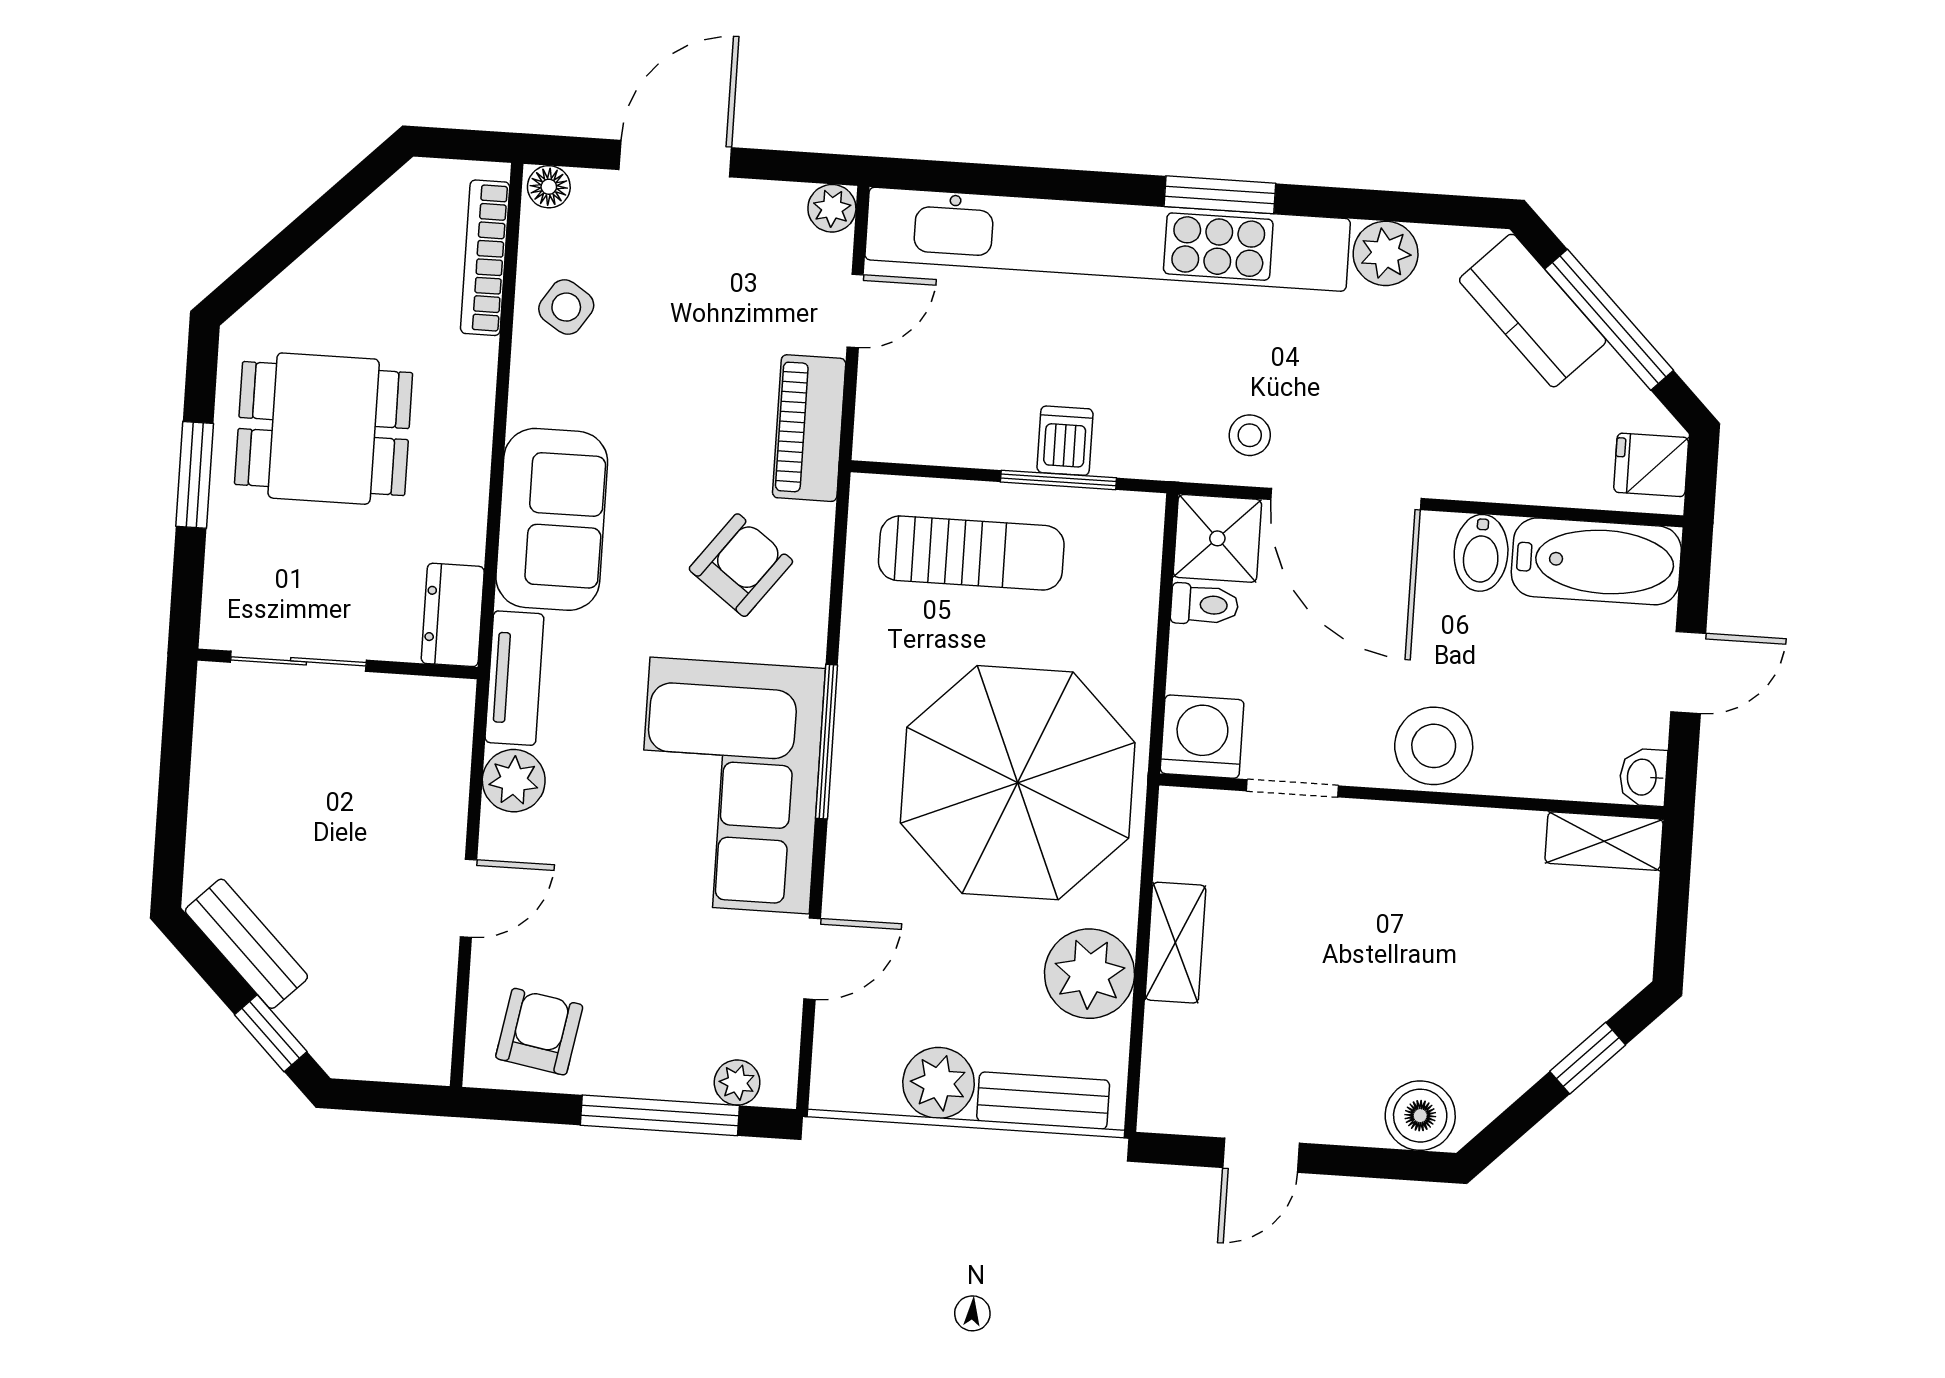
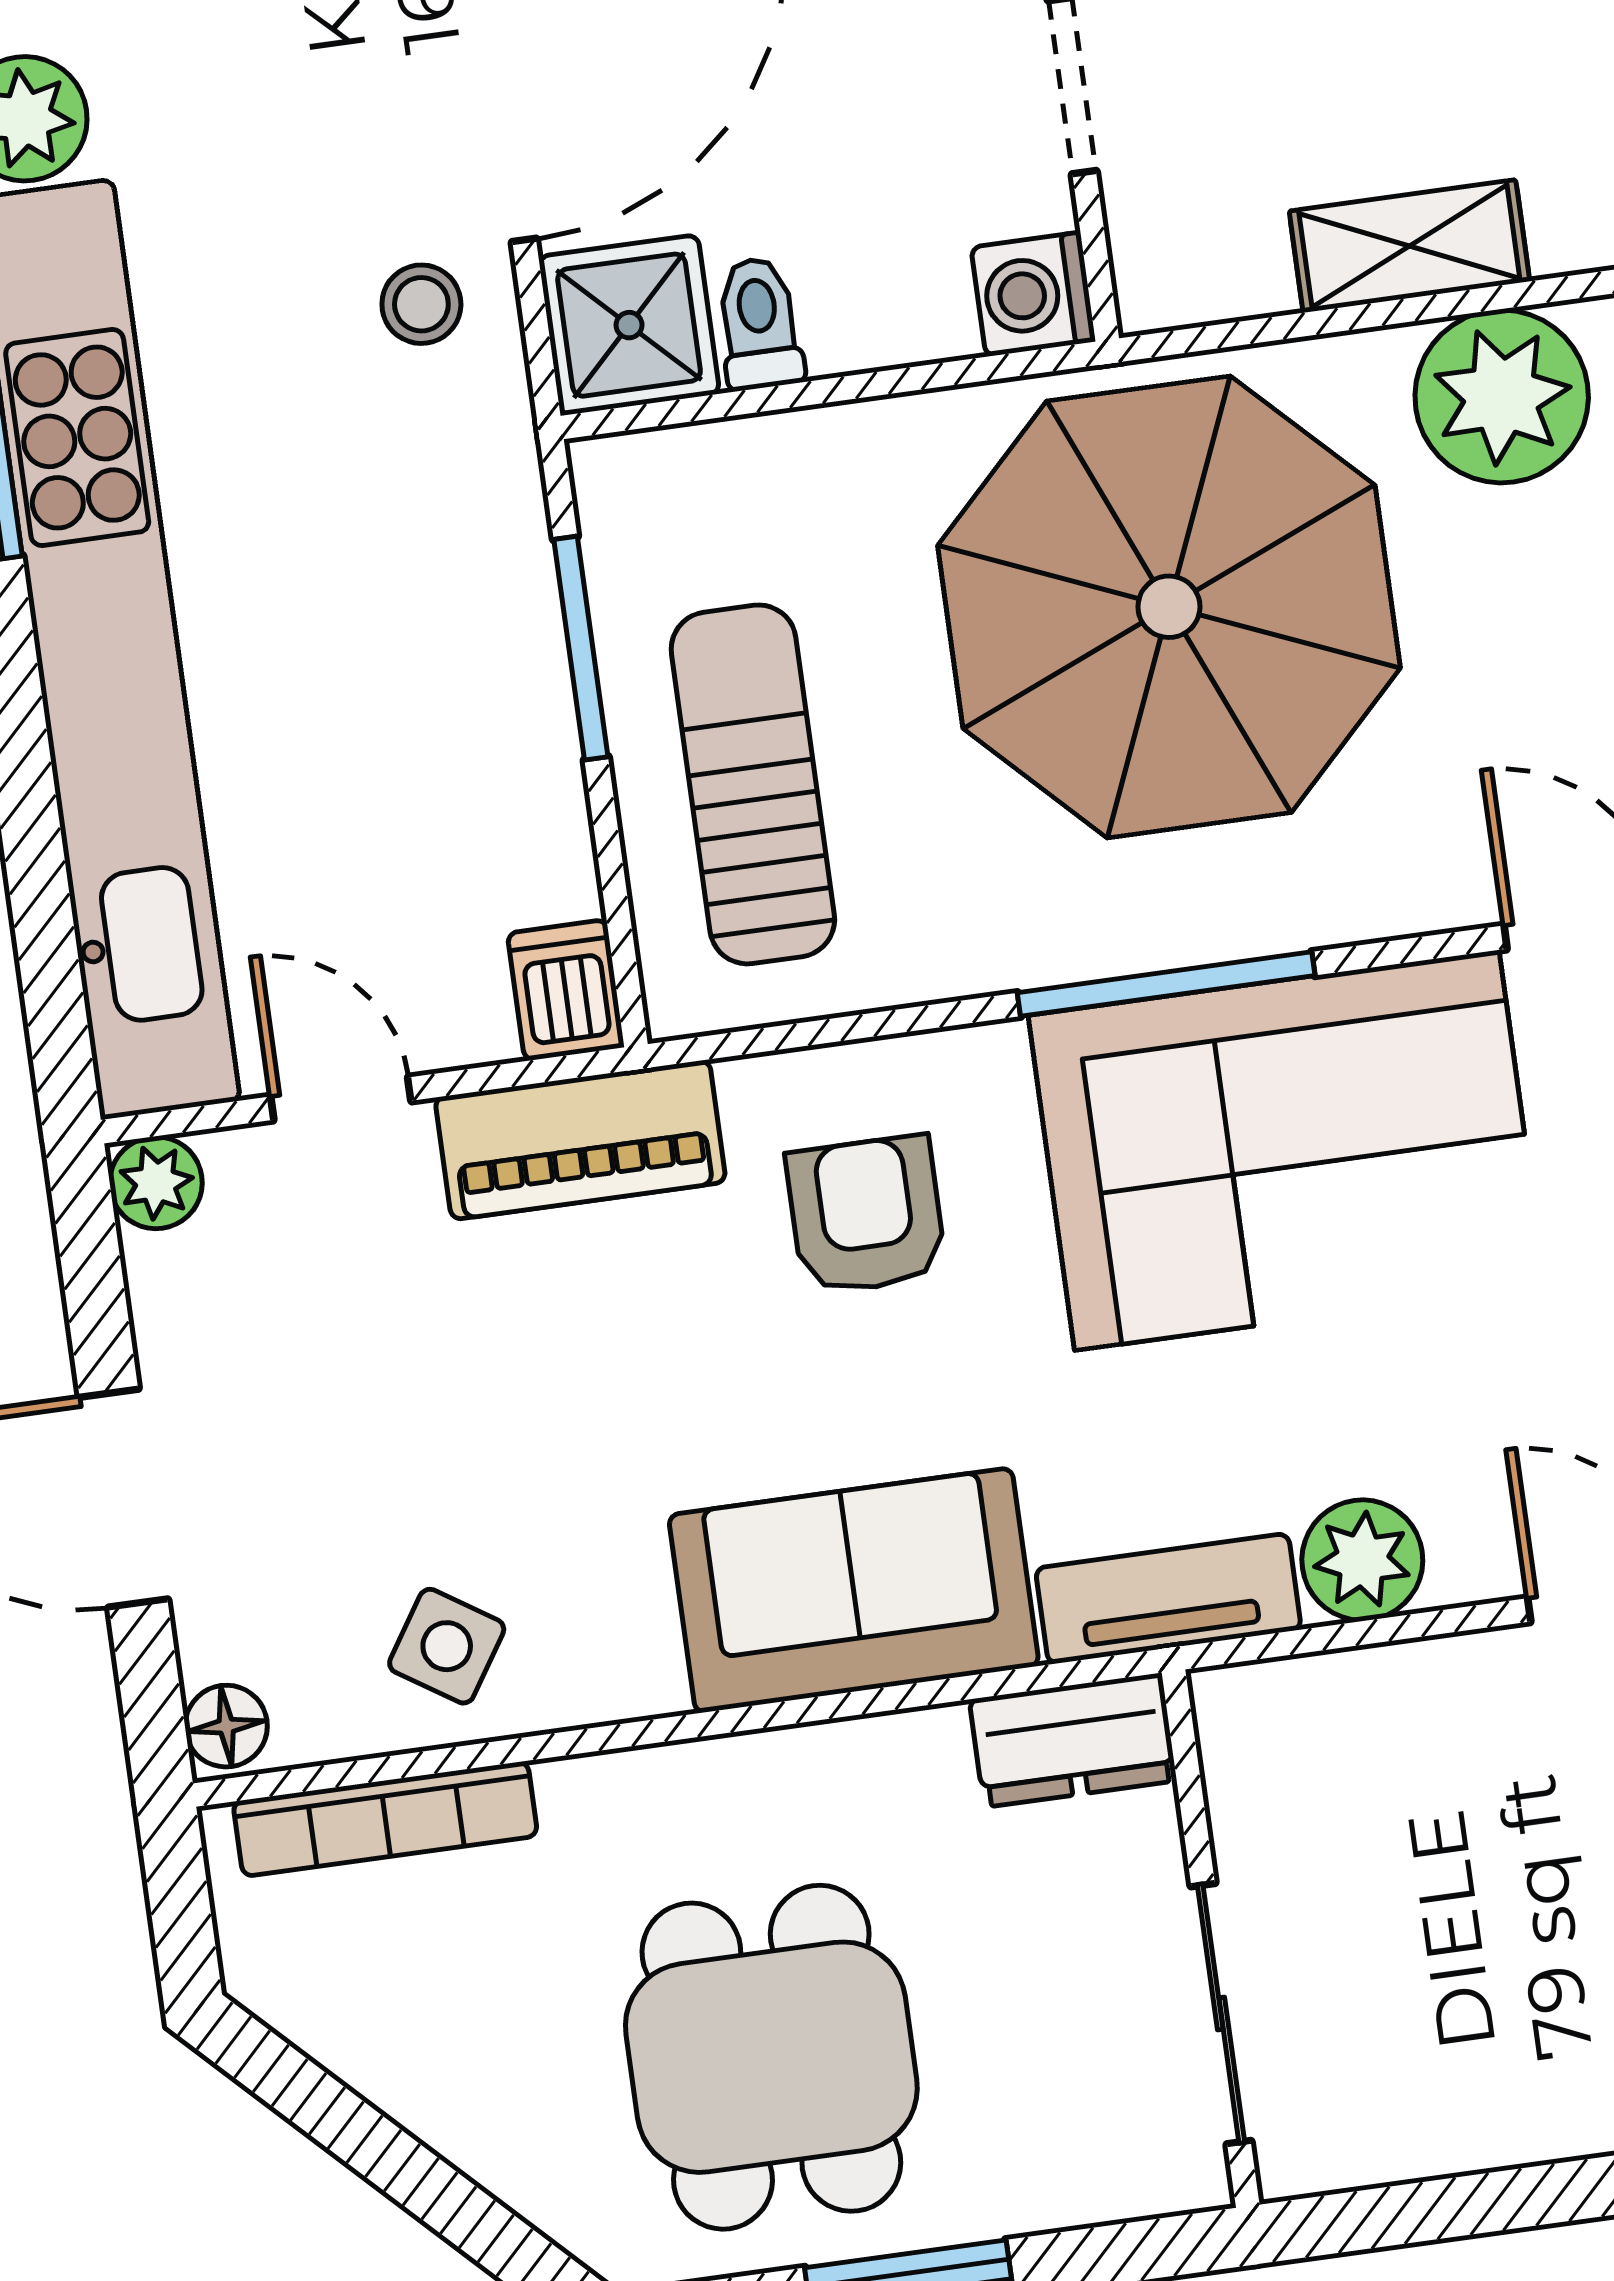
dishwasher: (1065, 441) -> (566, 990), moved, turned 90
armchair: (741, 565) -> (866, 1215), turned 53
washing machine: (1202, 737) -> (1033, 294), width x0.73, depth x0.73

